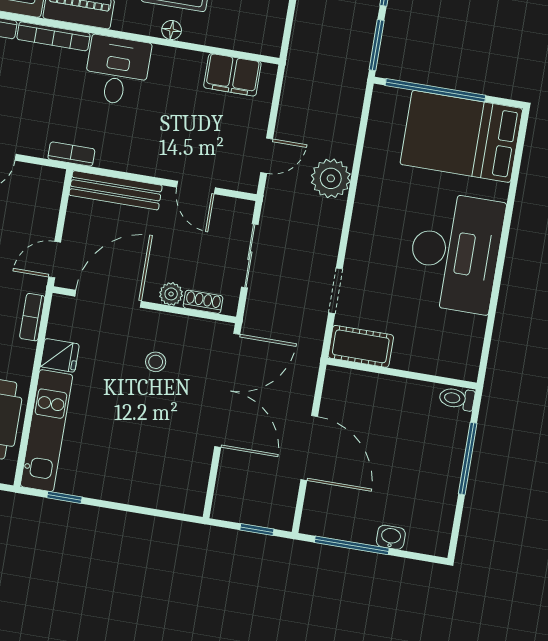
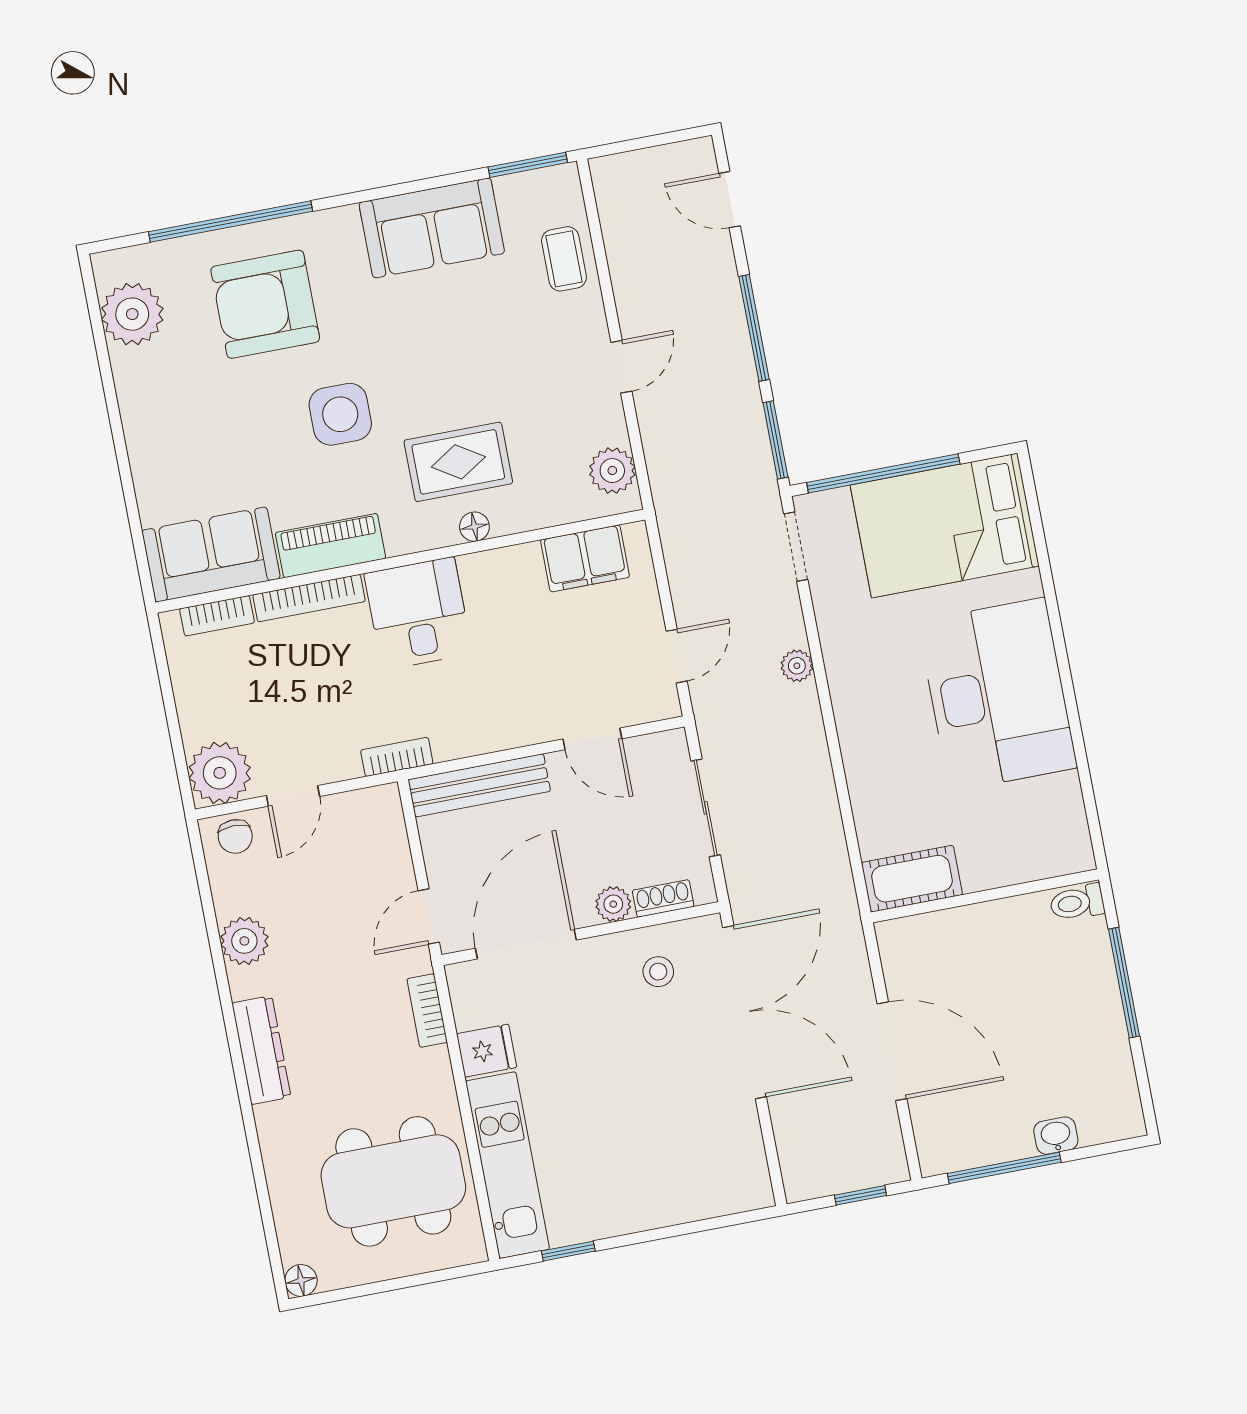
plant: (269, 27) -> (612, 471), added
plant: (331, 178) -> (797, 666), width x0.53, depth x0.53
doorway: (336, 291) -> (796, 547), moved
stool: (156, 362) -> (658, 972), moved

